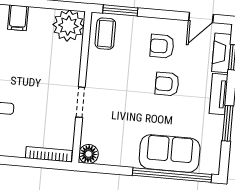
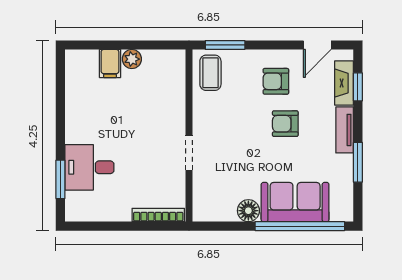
plant: (68, 26) -> (132, 59), moved, width x0.53, depth x0.53
floor lamp: (89, 154) -> (248, 211), moved

